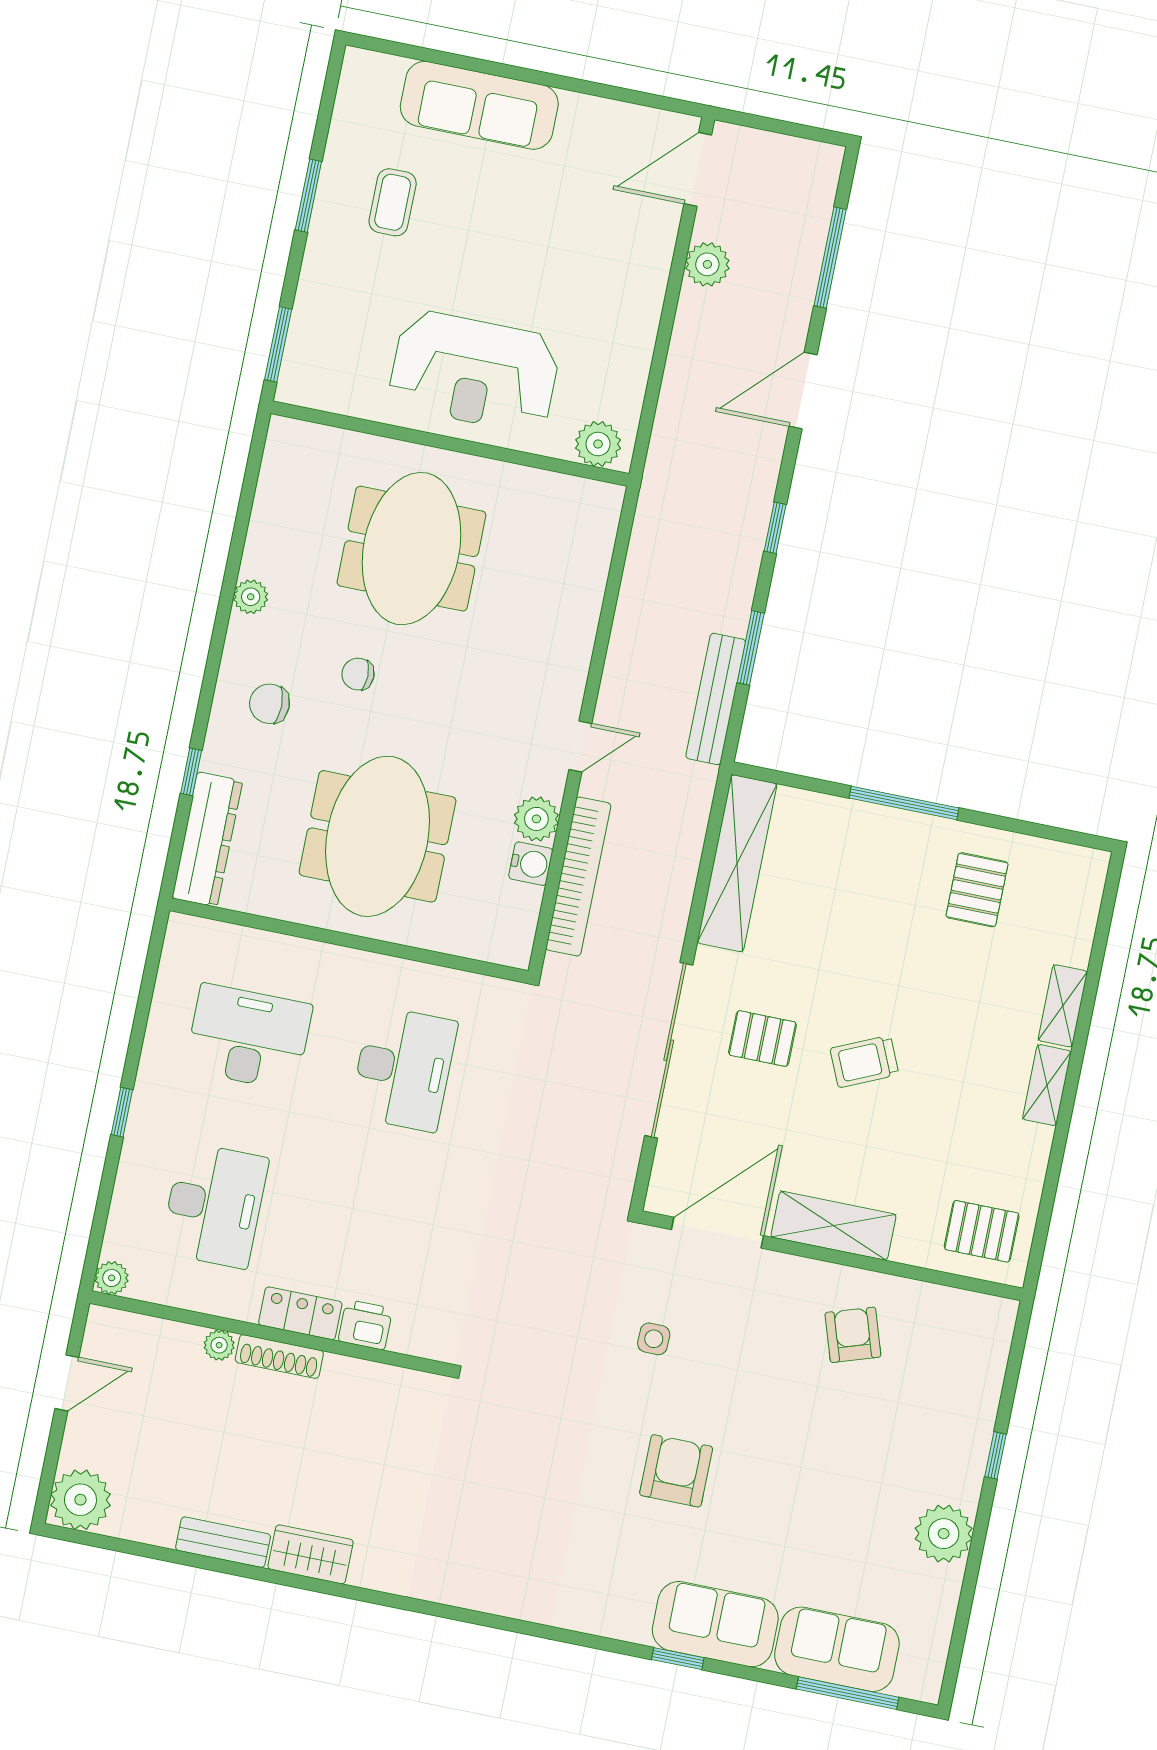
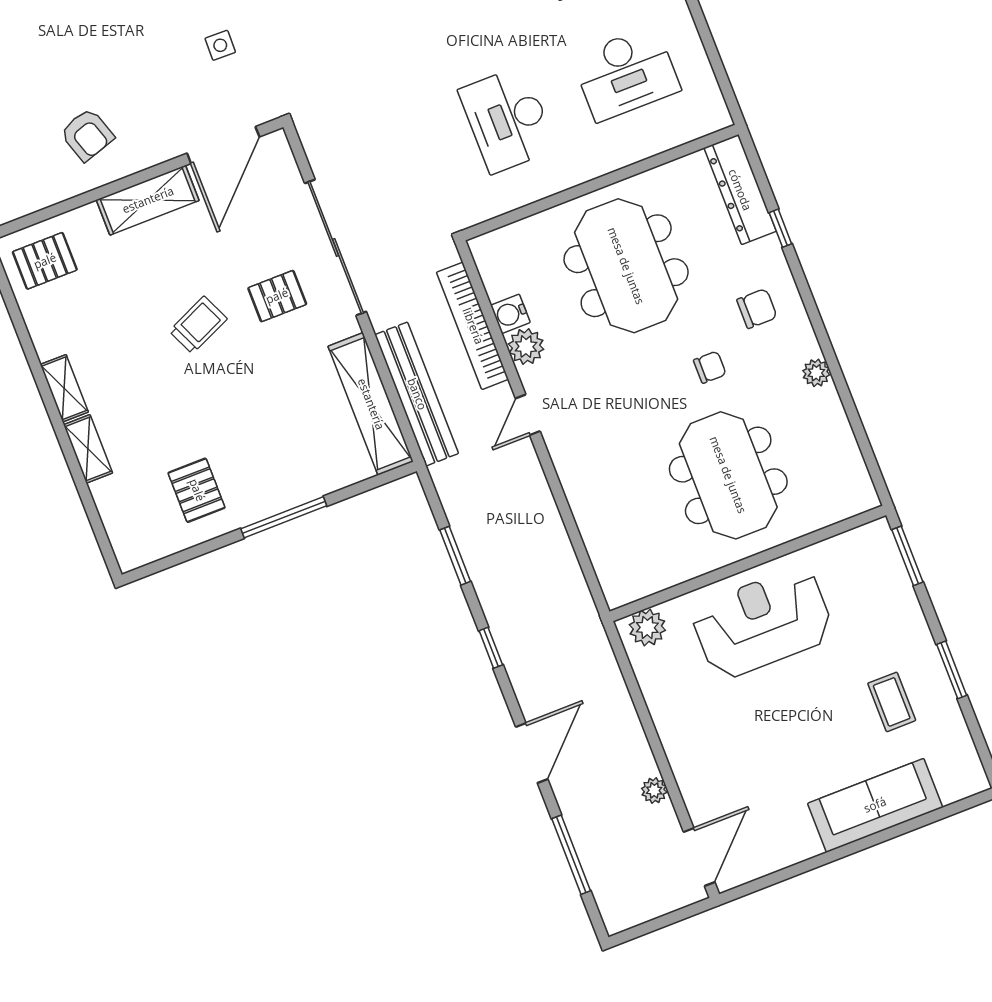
plant: (707, 264) -> (654, 790), width x0.73, depth x0.73
bench: (716, 699) -> (417, 394), moved, width x1.37, depth x1.21

